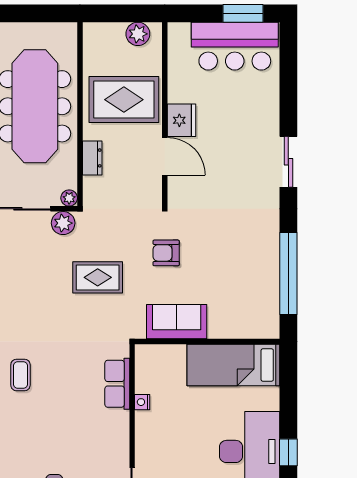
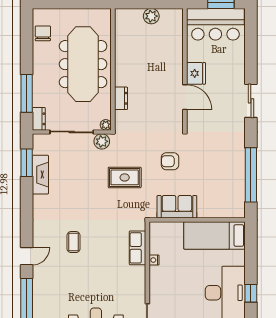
rug: (124, 100) -> (142, 60), removed
wall: (165, 114) -> (185, 69), moved
fridge: (182, 120) -> (196, 73), moved
door: (165, 156) -> (185, 97), moved

